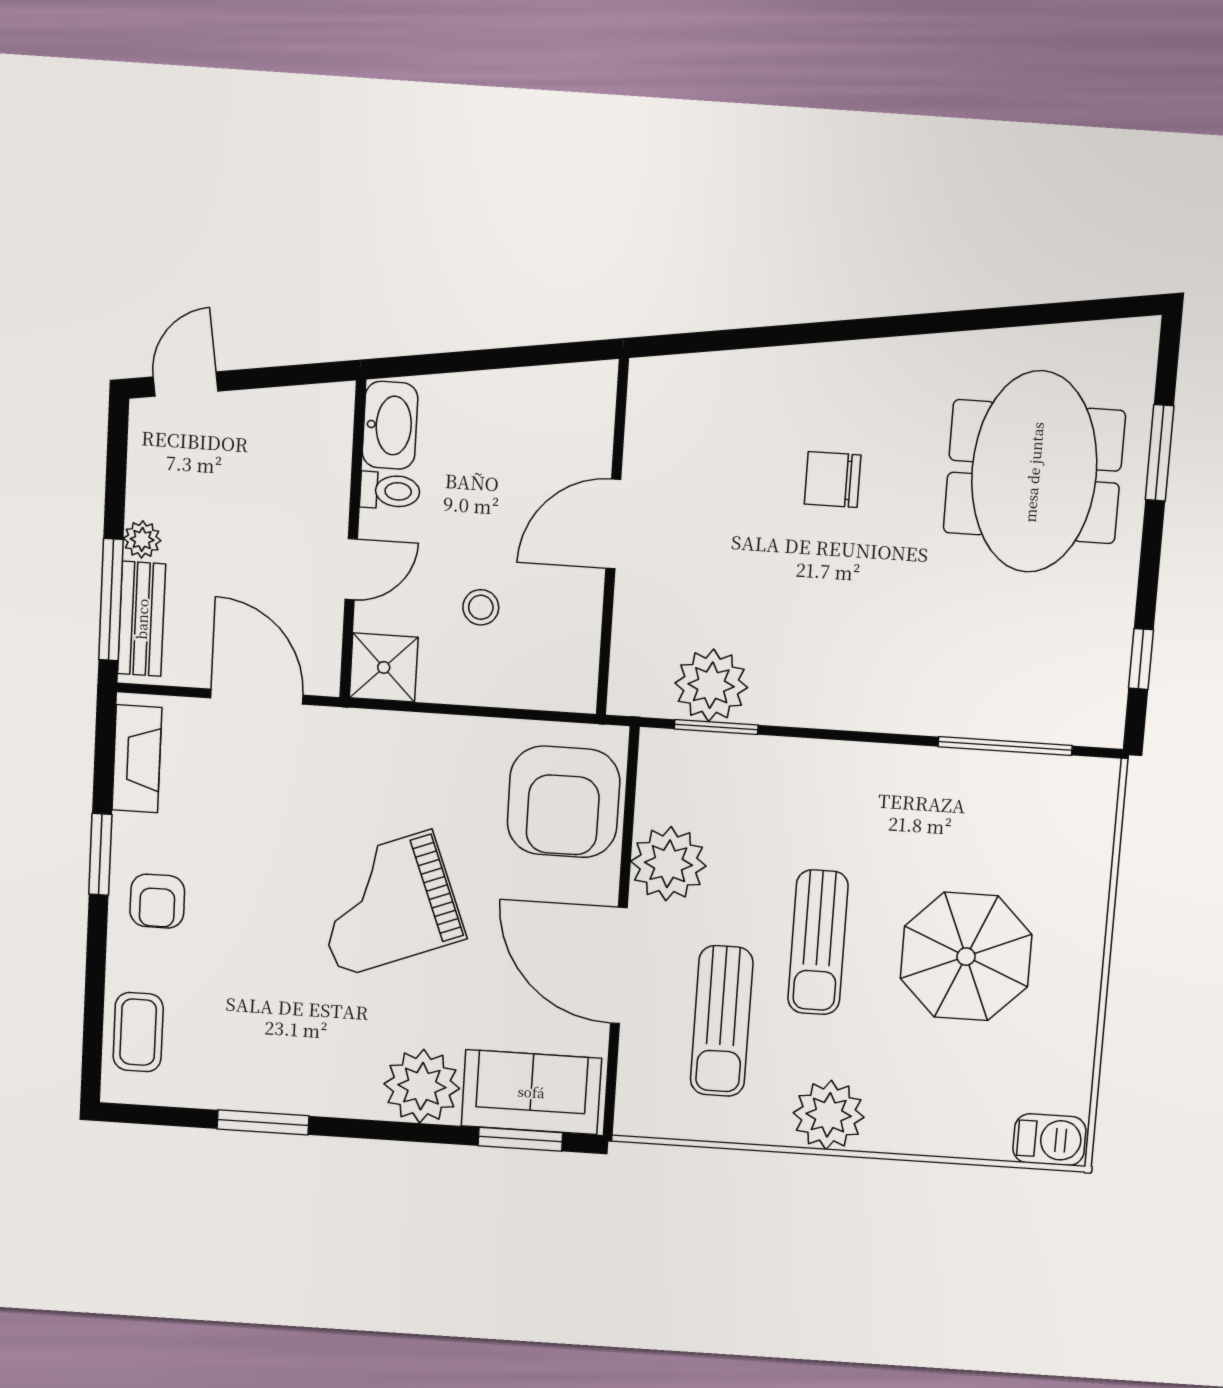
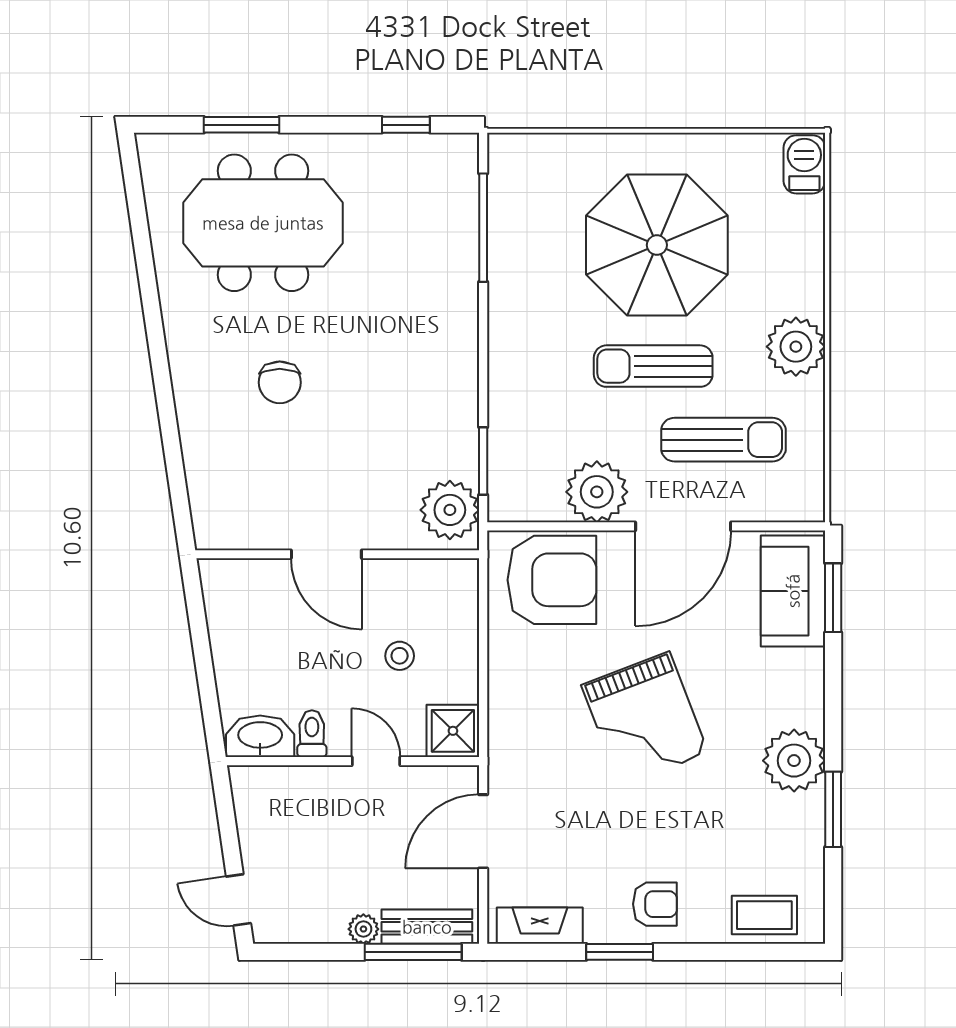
plant: (711, 685) -> (450, 510), moved
sun lounger: (818, 942) -> (653, 366), turned 180
parasol: (966, 957) -> (657, 245), width x1.36, depth x1.36
plant: (422, 1086) -> (794, 761), moved

